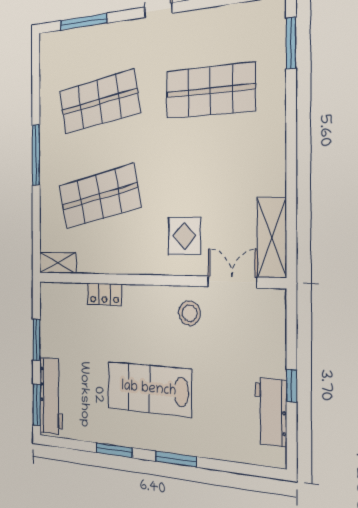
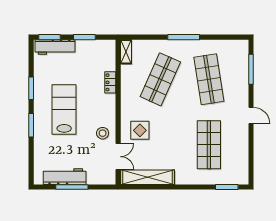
shop shelf: (99, 196) -> (160, 79), turned 36
shelving: (272, 238) -> (147, 177), width x1.47
window: (292, 386) -> (72, 187), width x2.17
workbench: (271, 412) -> (65, 177), width x1.38

